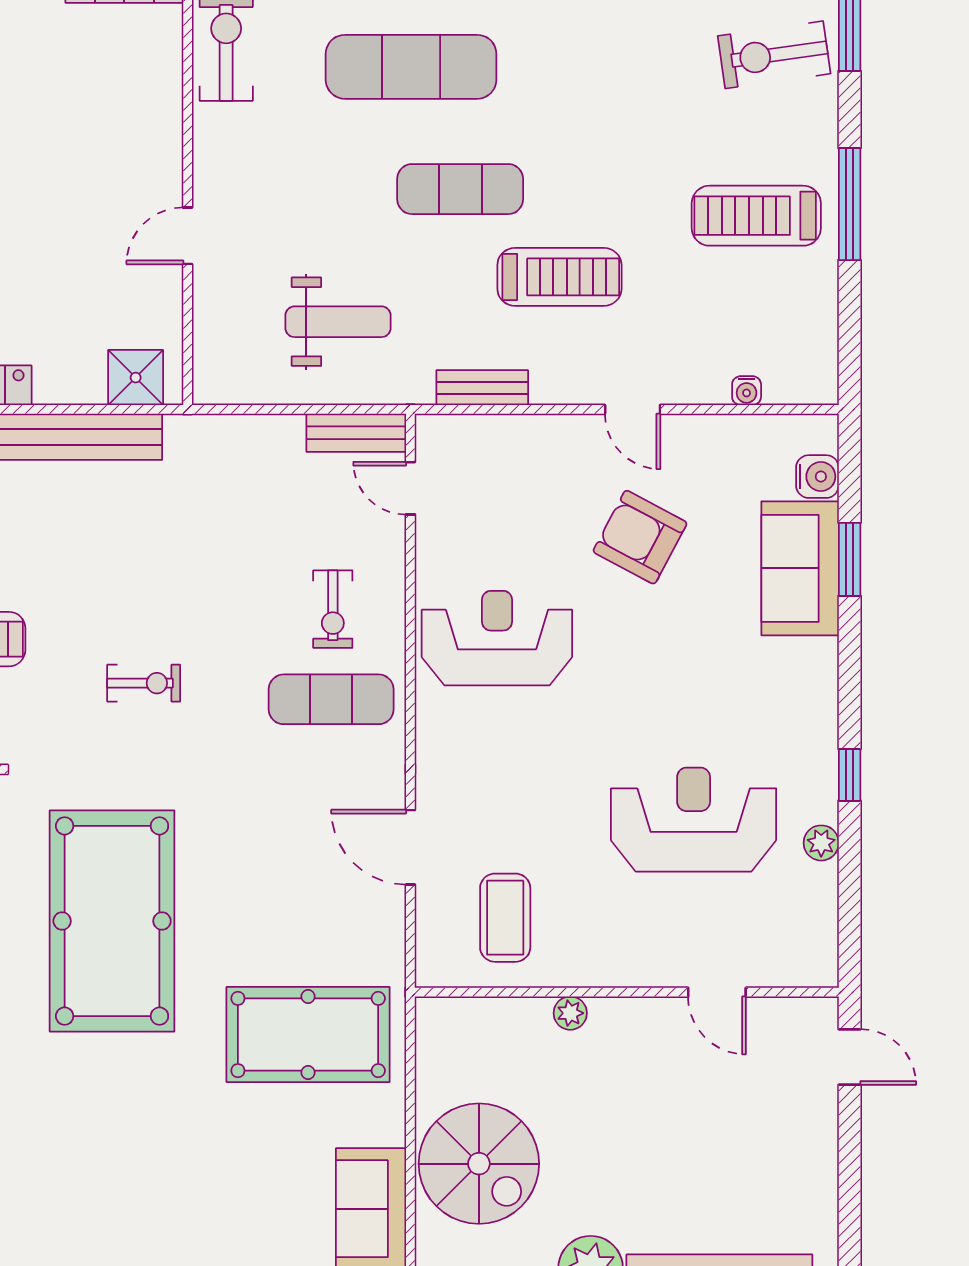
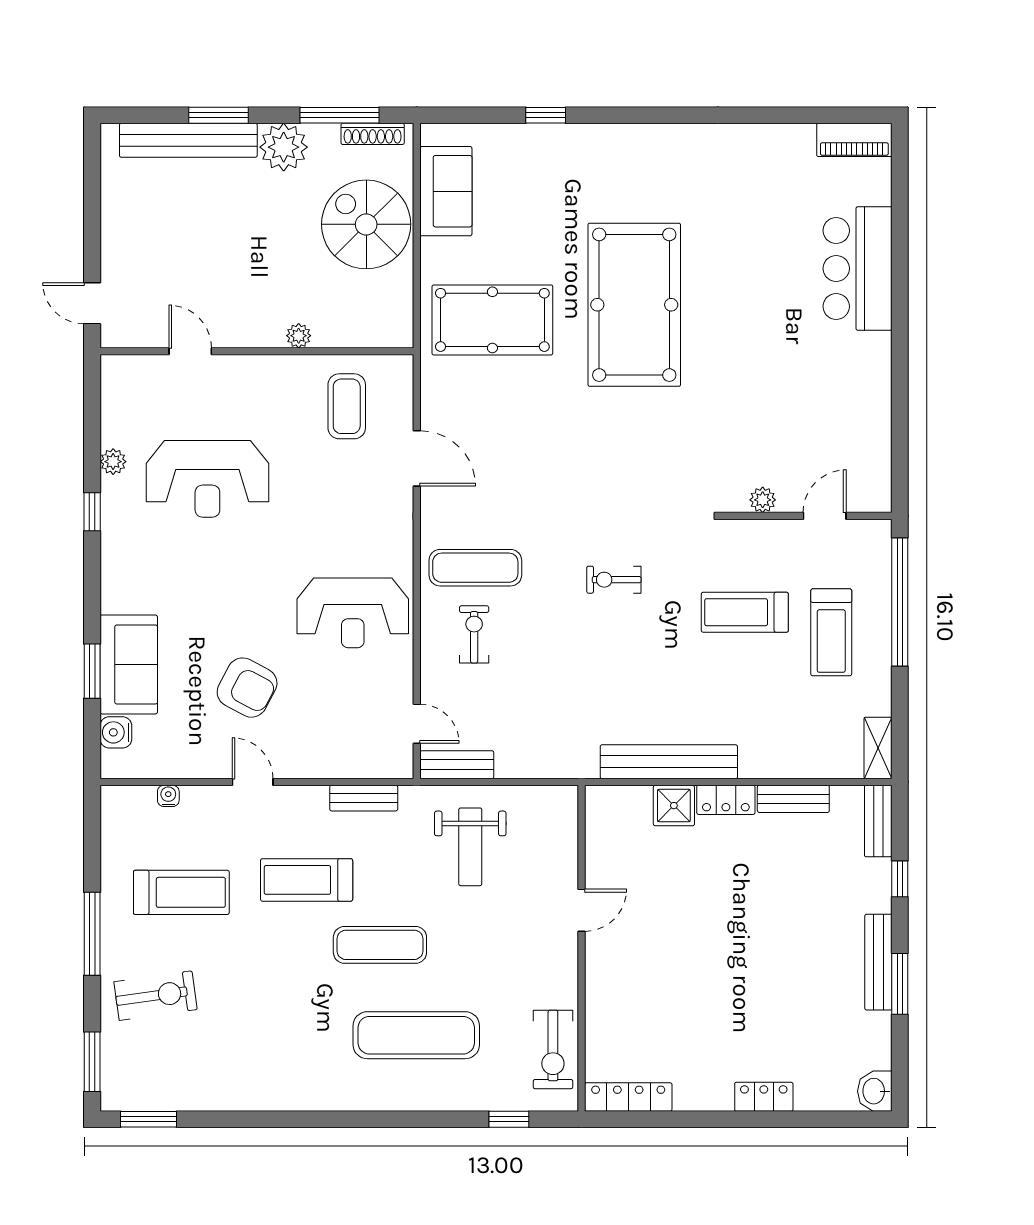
exercise bike: (774, 55) -> (155, 996), moved
treadmill: (756, 216) -> (181, 892), moved
weight bench: (338, 322) -> (470, 847), turned -90
shower: (136, 378) -> (674, 806), moved
pool table: (112, 921) -> (634, 305), moved

